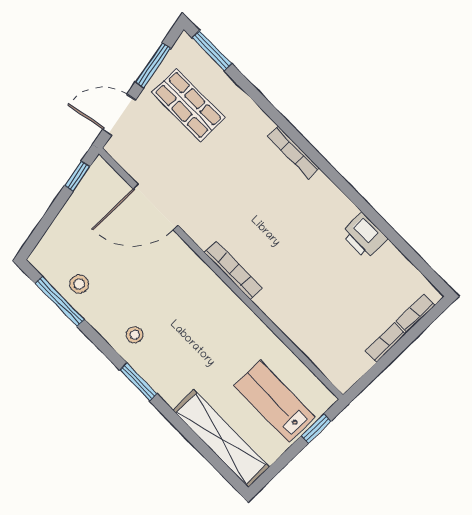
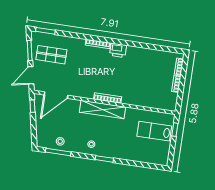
door: (156, 207) -> (56, 95), moved
printer: (364, 236) -> (118, 50), moved
shelving: (221, 439) -> (103, 110), moved

